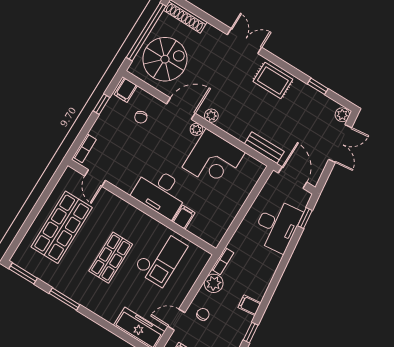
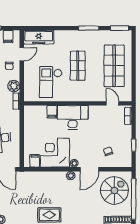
spiral stairs: (165, 59) -> (114, 190), turned 180
filing cabinet: (126, 90) -> (35, 161), moved
bench: (264, 148) -> (32, 176), removed

